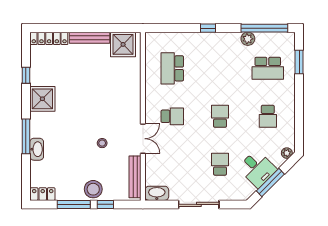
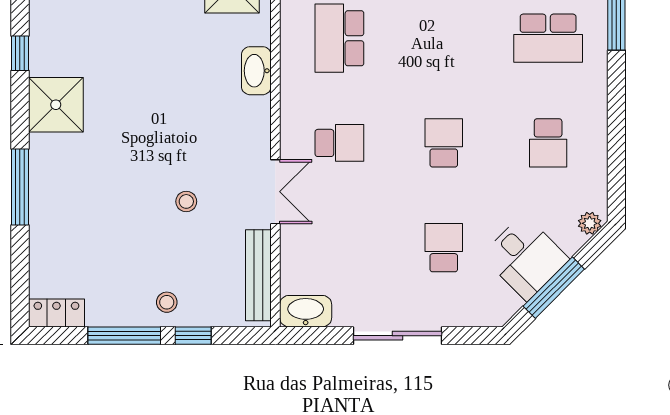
washbasin: (37, 149) -> (256, 71), moved, turned 180
stool: (93, 189) -> (167, 302), width x0.53, depth x0.53

